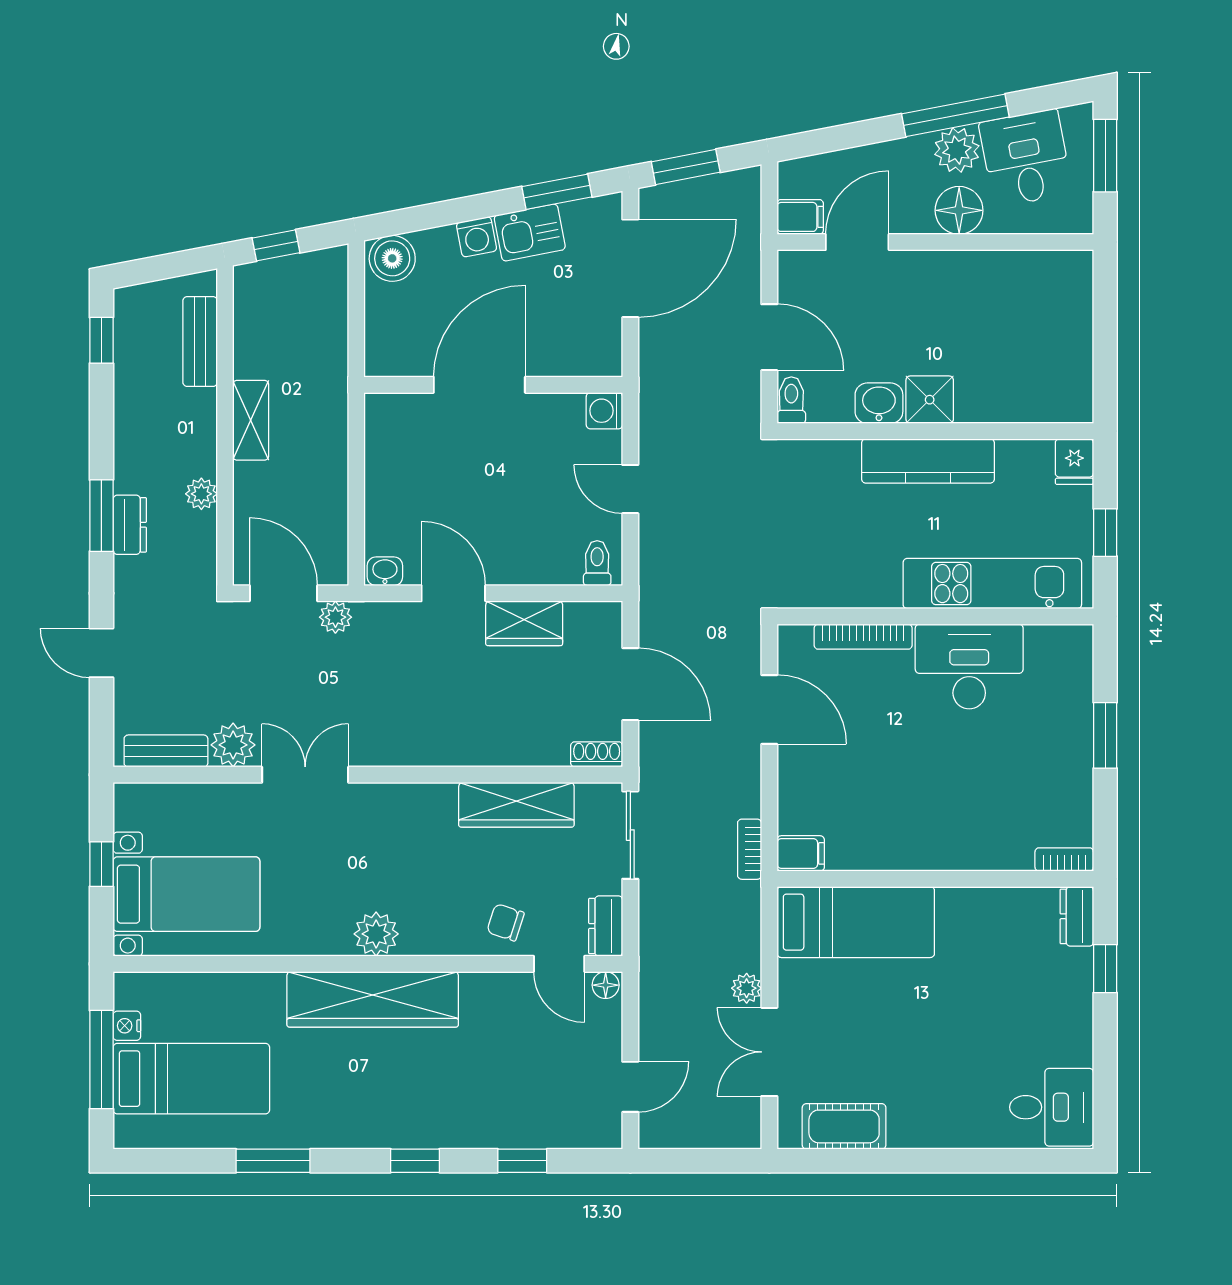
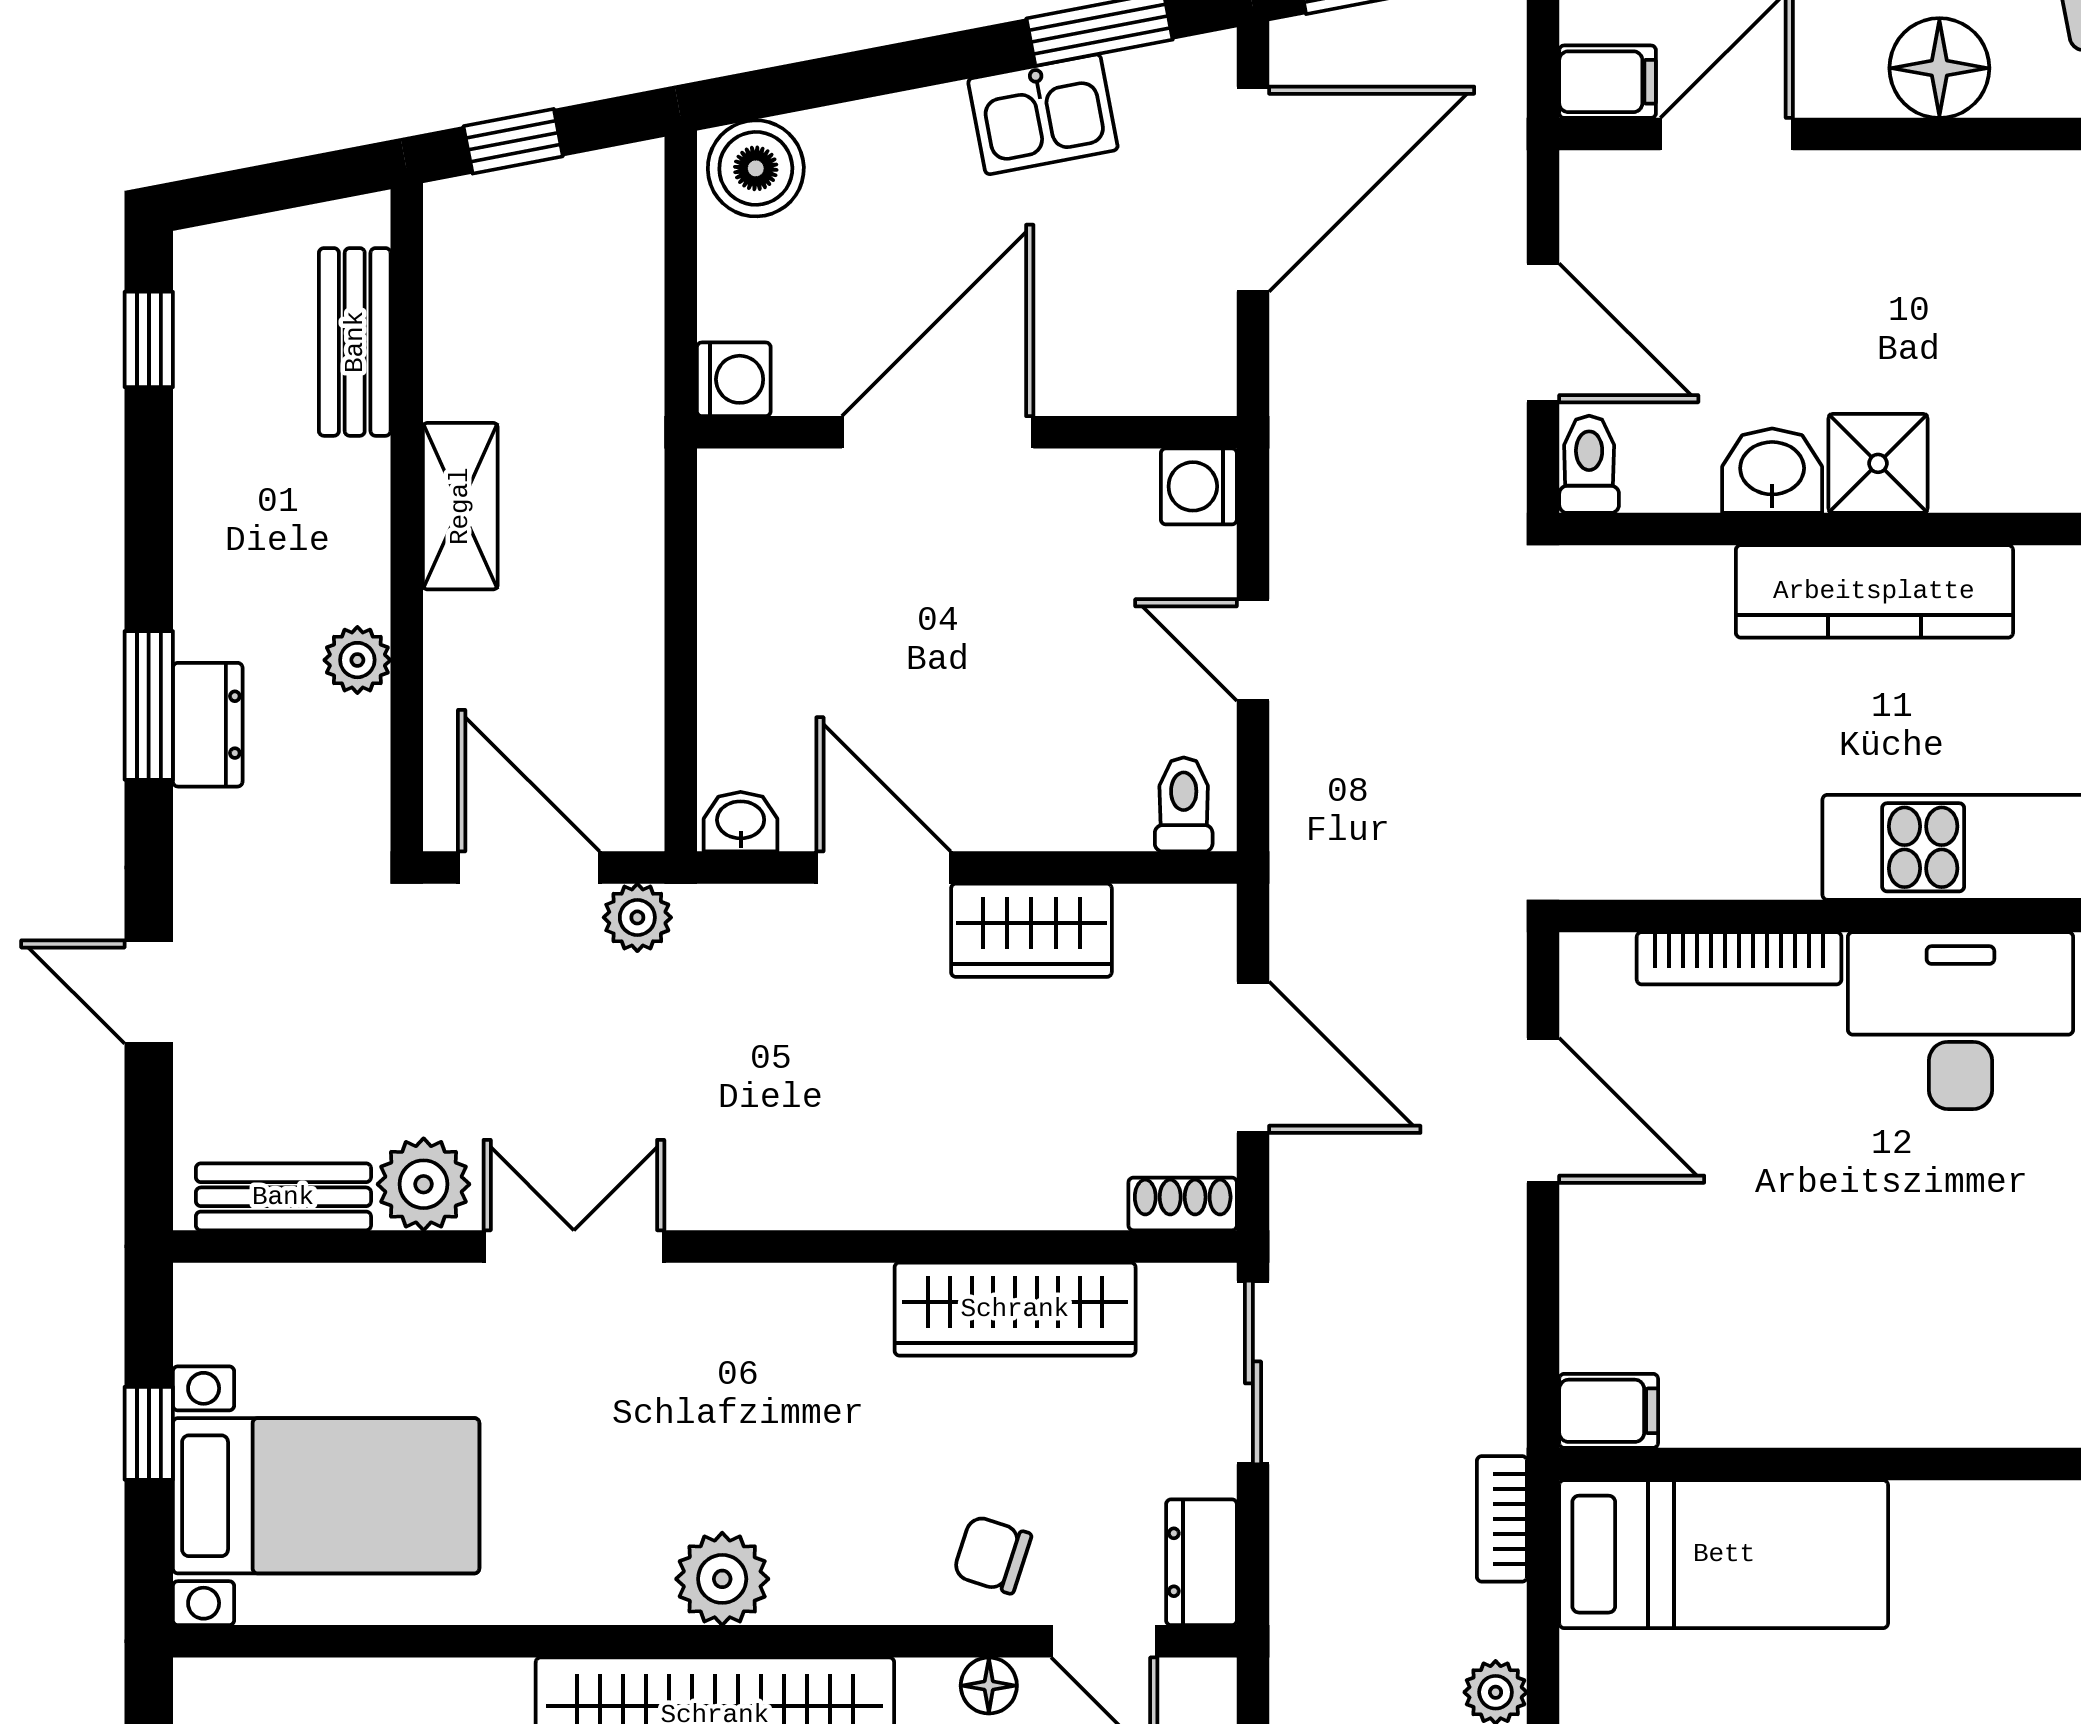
washing machine: (477, 237) -> (734, 379), moved, turned -79
bookcase: (750, 849) -> (1502, 1519), moved
floor lamp: (606, 985) -> (989, 1686), moved

